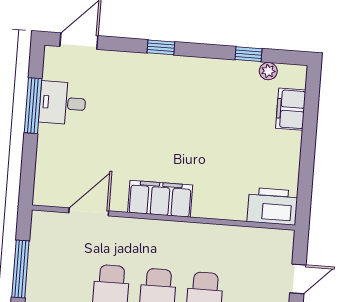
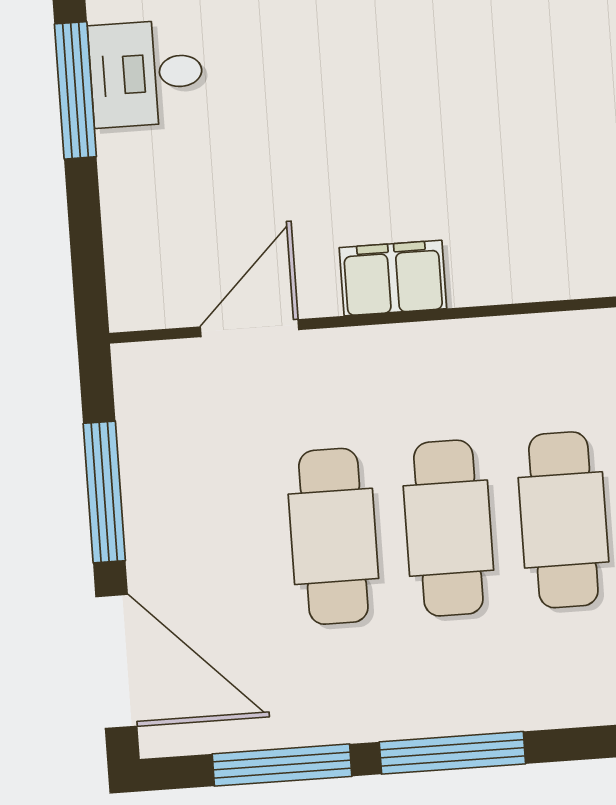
filing cabinet: (160, 199) -> (393, 278), width x0.67, depth x0.86

